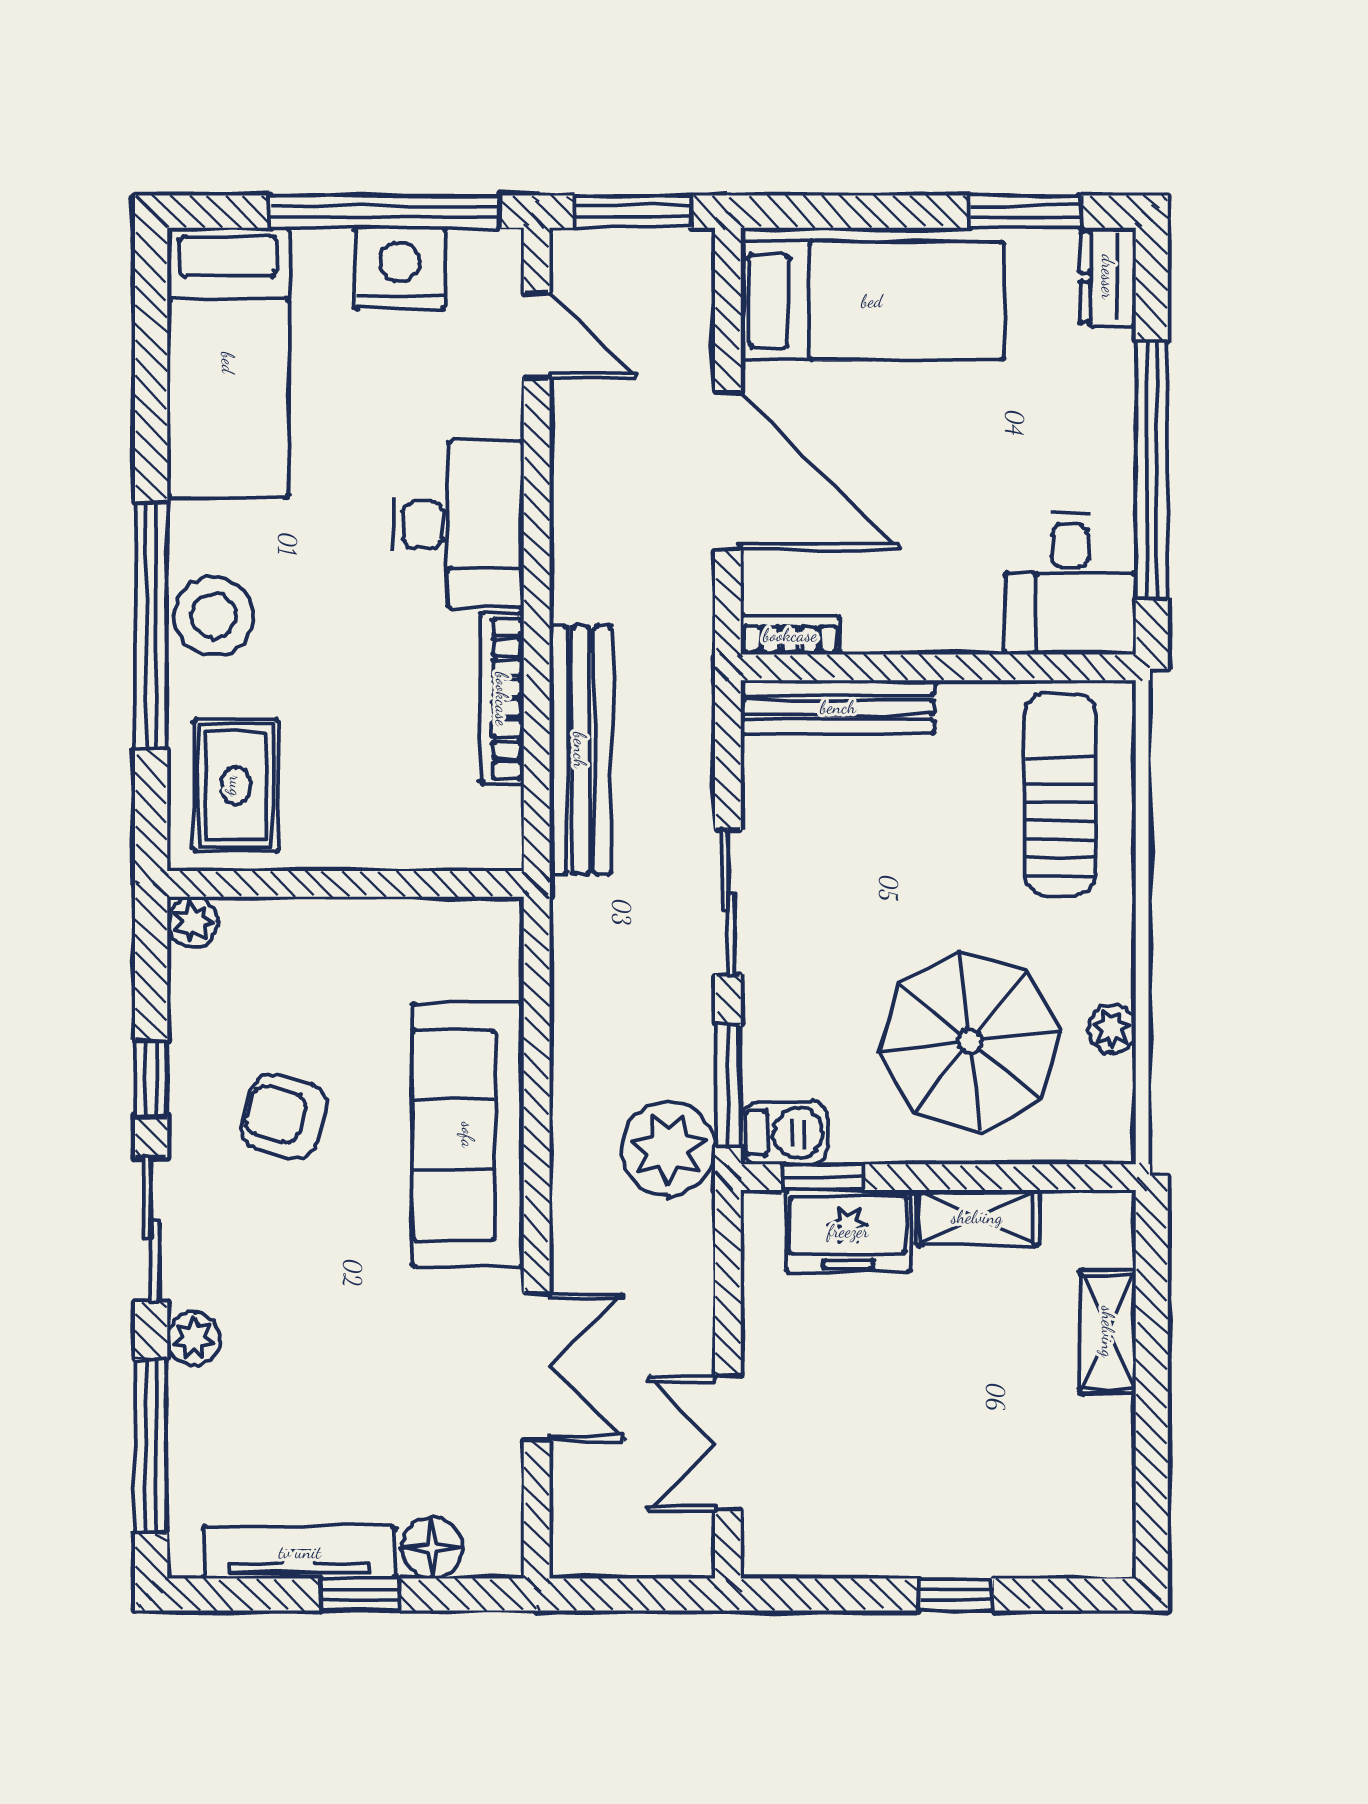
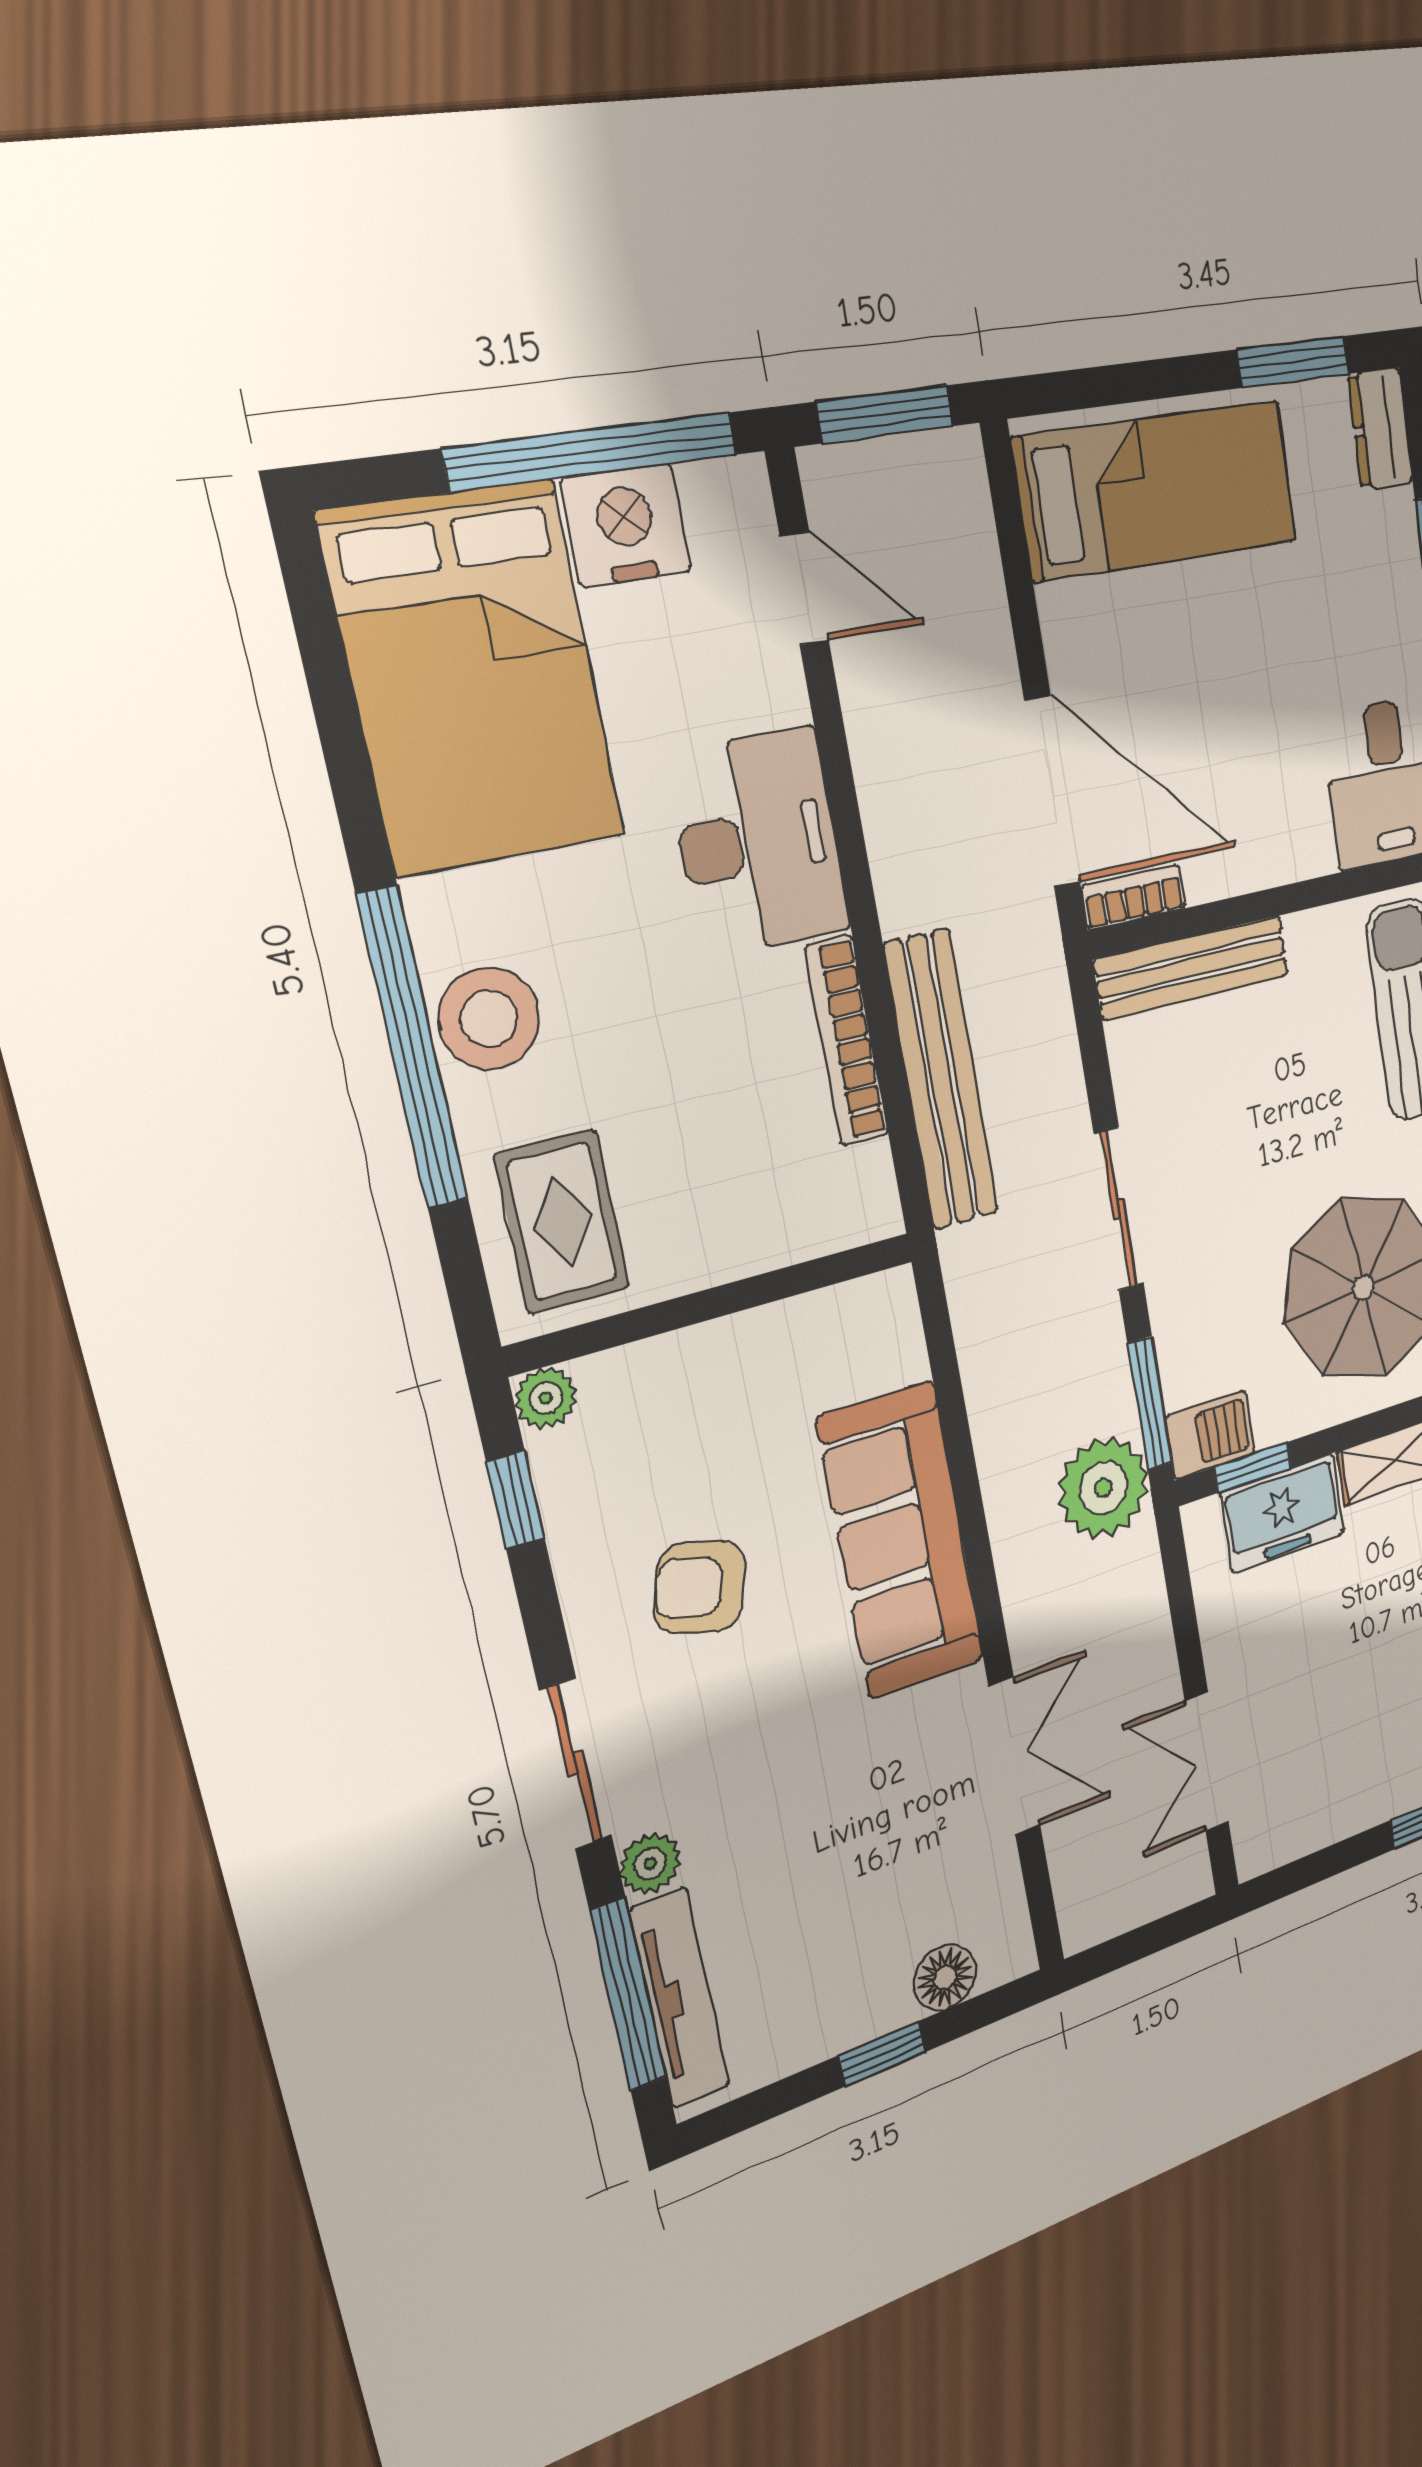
bed: (228, 363) -> (474, 678), width x1.50
door: (728, 471) -> (1052, 792), moved
window: (151, 1079) -> (515, 1500), moved
tv unit: (300, 1552) -> (680, 1998), moved, turned 90

